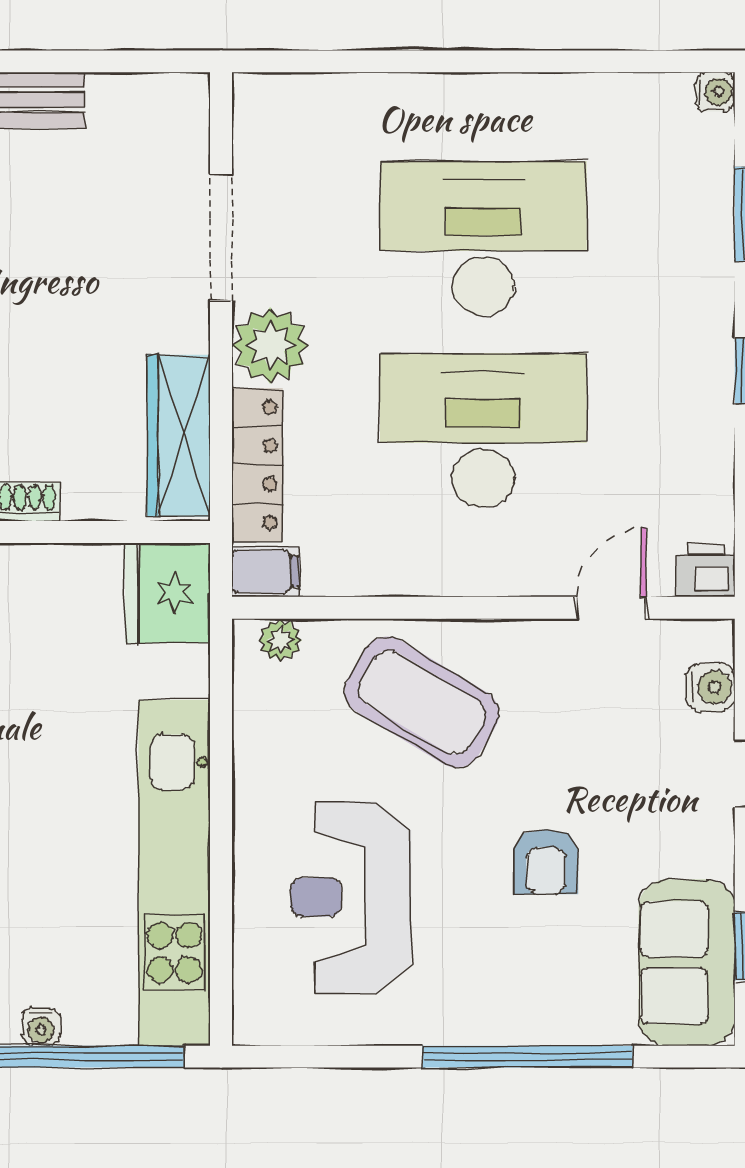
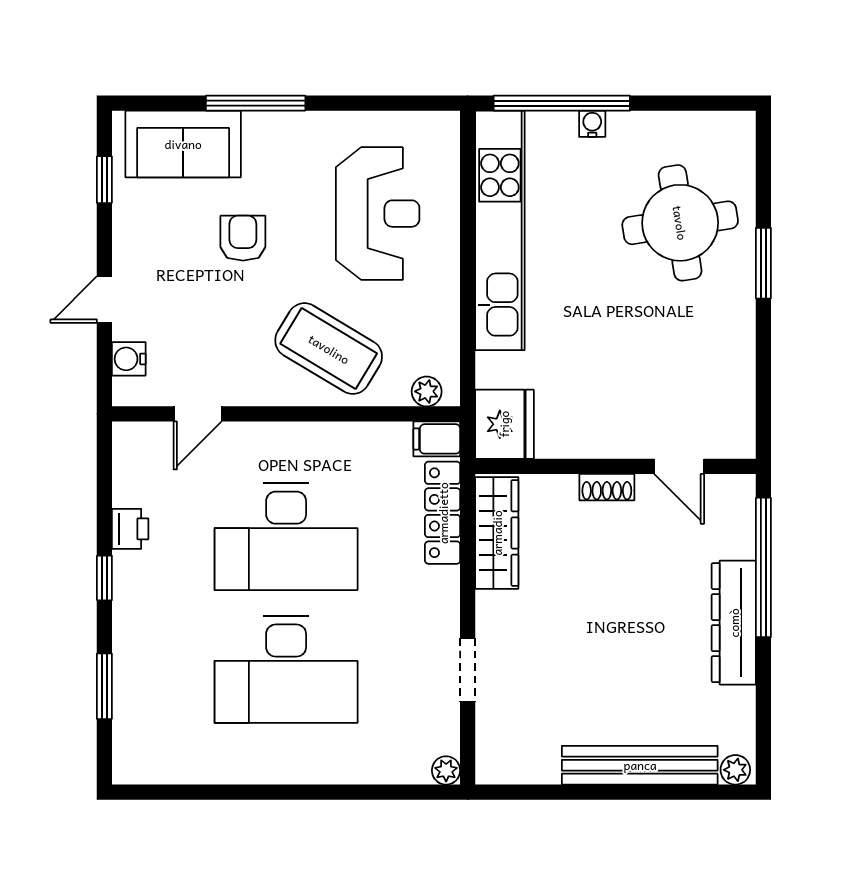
water cooler: (715, 92) -> (126, 771), removed
doorway: (221, 238) -> (468, 670), width x0.73
plant: (270, 345) -> (446, 770), moved, width x0.53, depth x0.53
printer: (706, 571) -> (130, 529), moved, turned -90
sofa: (687, 963) -> (183, 144), moved, turned 90
window: (527, 1057) -> (256, 103), width x0.68

